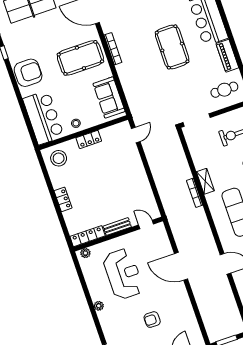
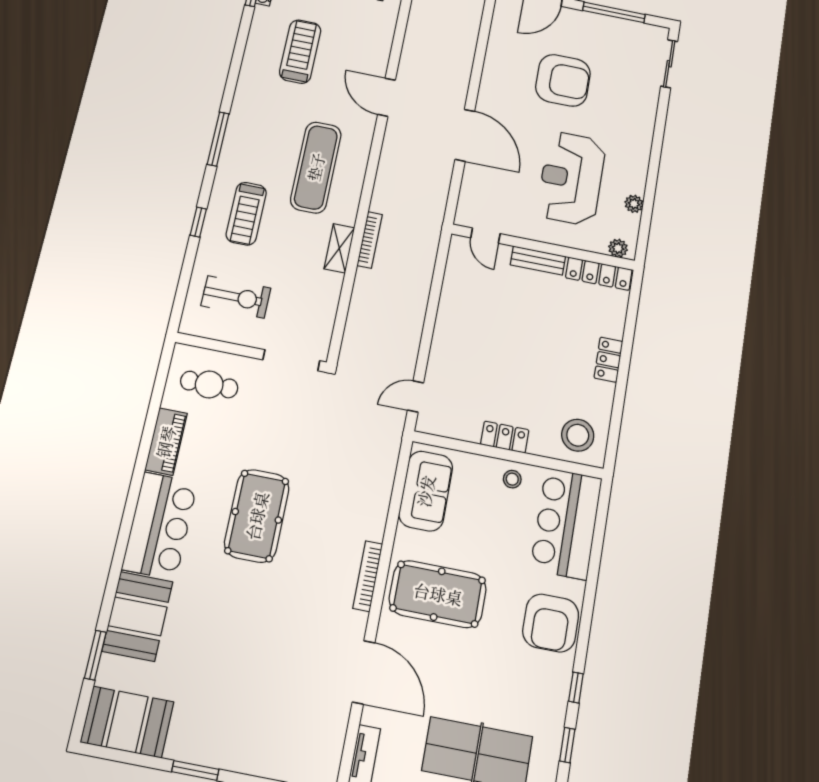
armchair: (28, 73) -> (551, 623), turned -90
plant: (99, 306) -> (634, 204), moved
armchair: (152, 320) -> (563, 80), width x1.88, depth x1.88

